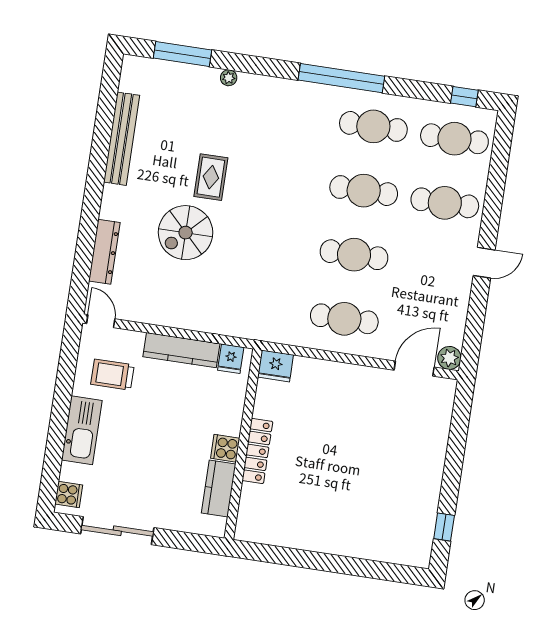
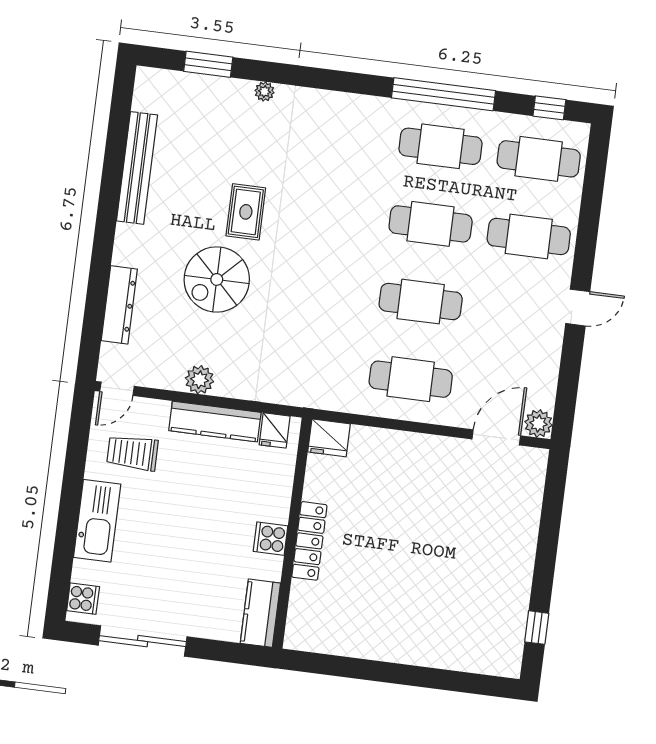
window: (183, 54) -> (208, 64), width x0.69
window: (341, 78) -> (444, 94), moved
plant: (169, 315) -> (199, 380), added
door: (101, 321) -> (117, 389), swing flipped
kitchen counter: (219, 489) -> (260, 613), moved

